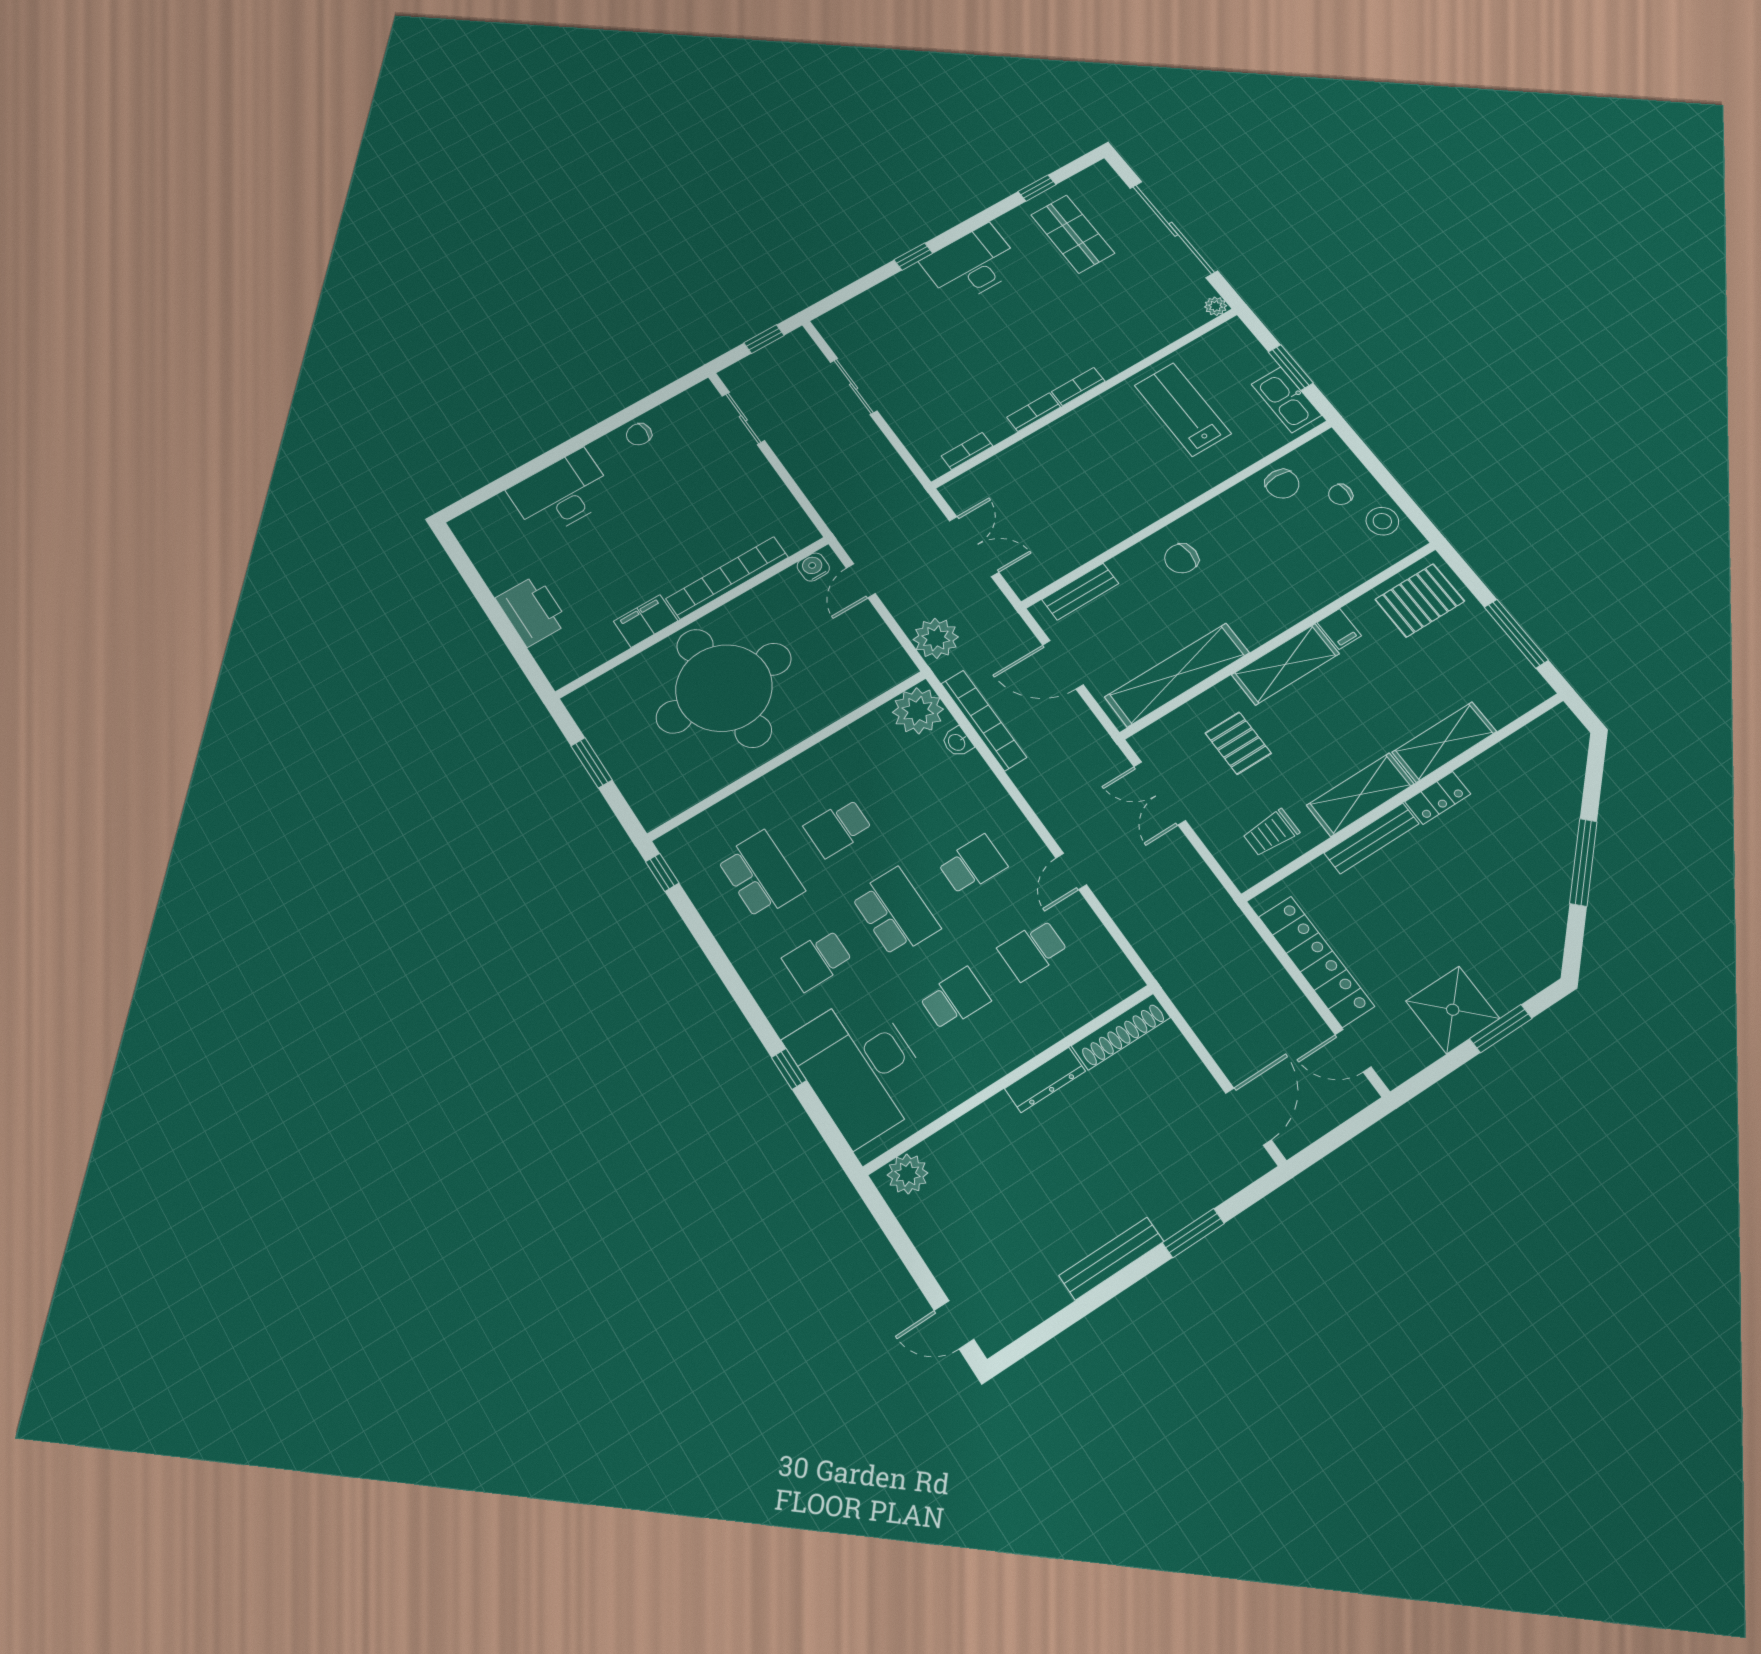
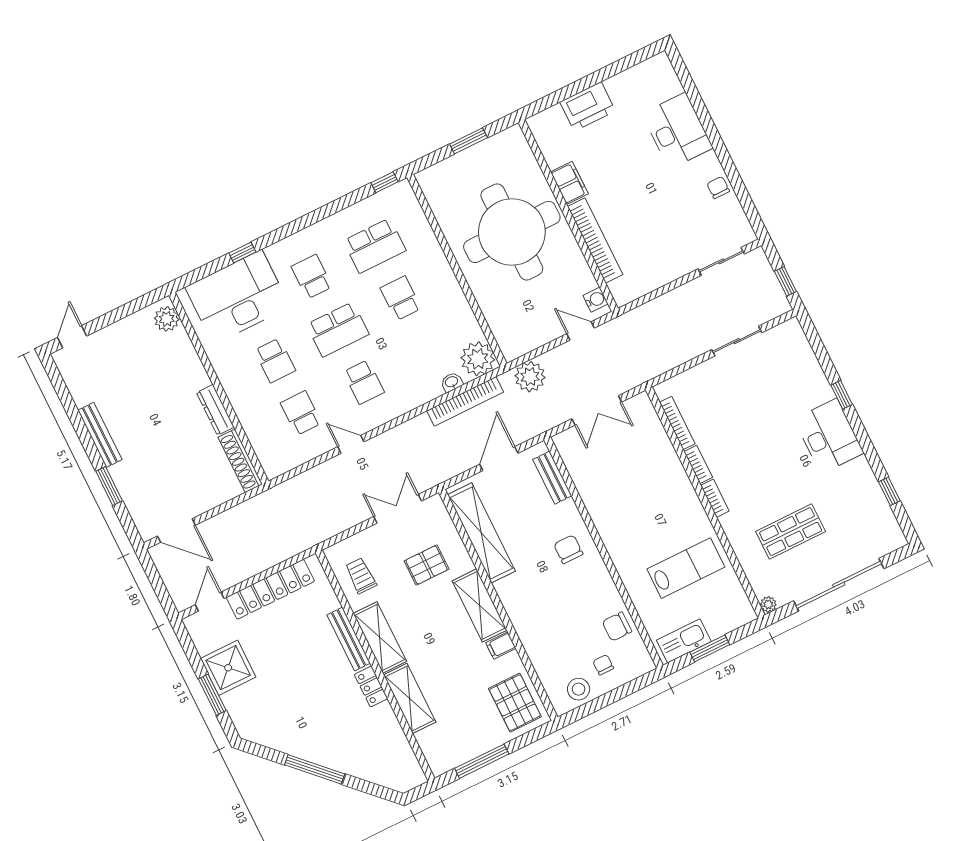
shop shelf: (1073, 234) -> (791, 532), moved
bookcase: (967, 451) -> (677, 423), width x1.56

